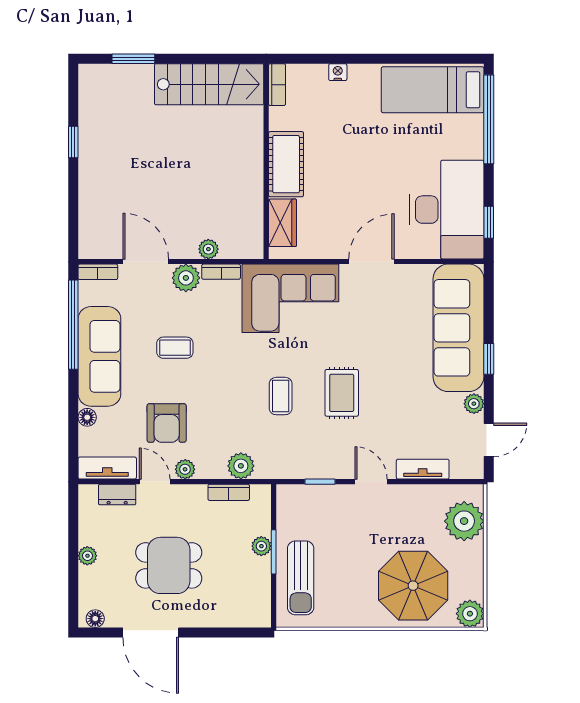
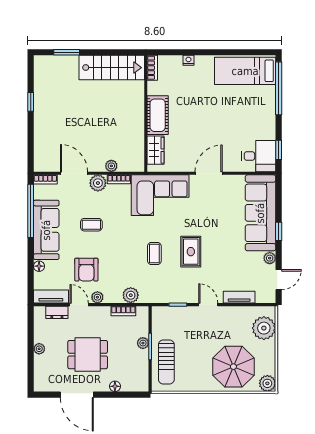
desk: (447, 210) -> (259, 156), width x0.53, depth x0.77
floor lamp: (95, 619) -> (115, 386), moved

